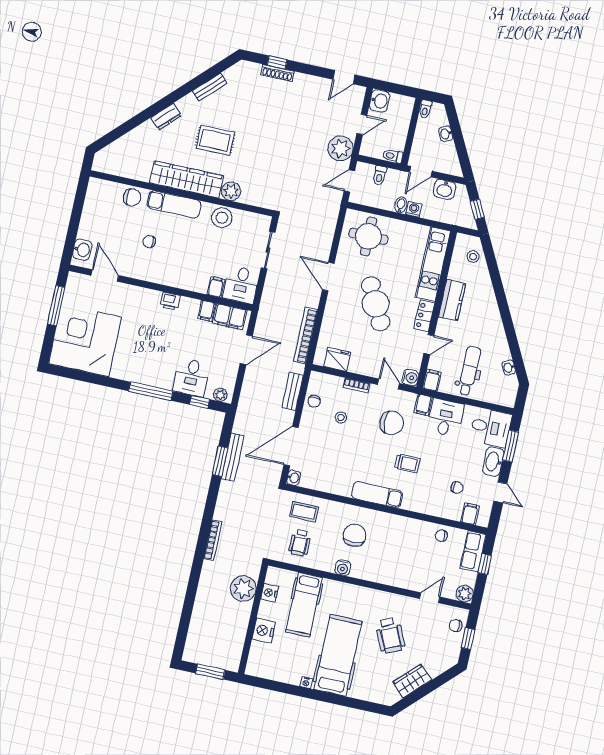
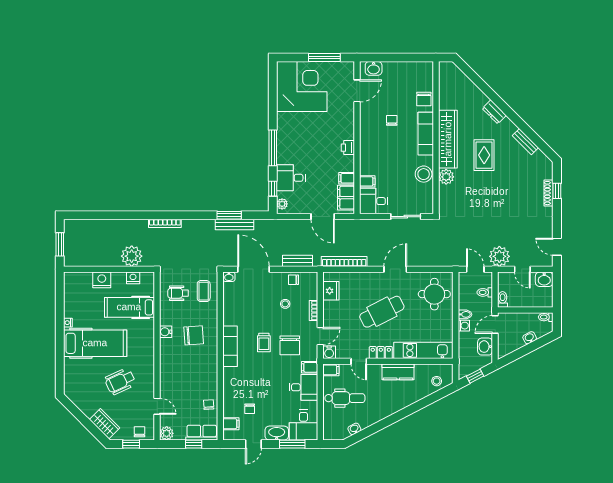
door: (421, 172) -> (495, 324), hinge flipped
trolley: (407, 463) -> (264, 342), moved
wardrobe: (412, 681) -> (105, 424), moved

